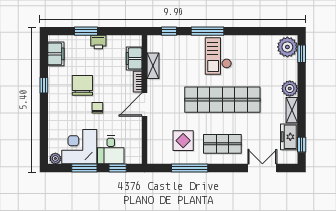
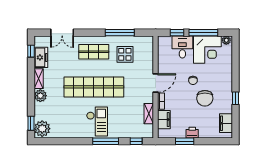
window: (86, 31) -> (185, 141), moved
window: (84, 168) -> (203, 33), width x1.44

